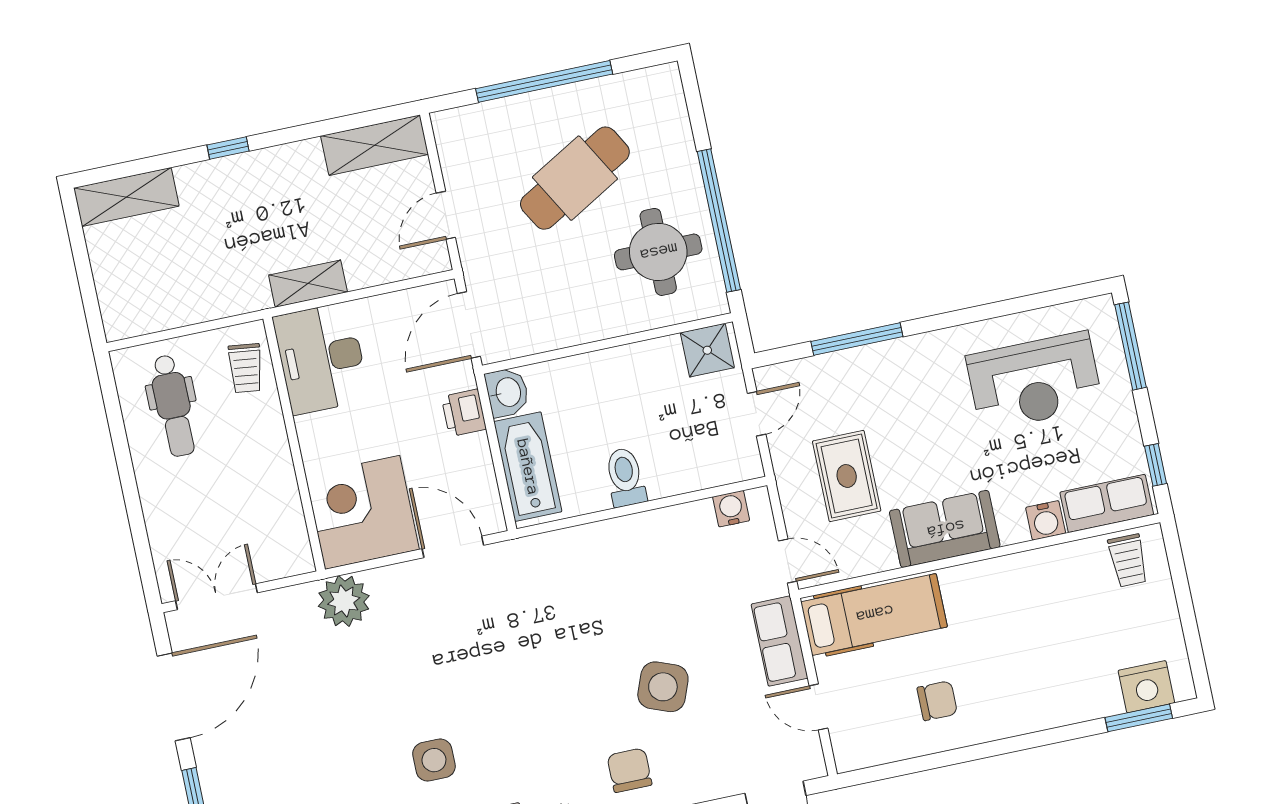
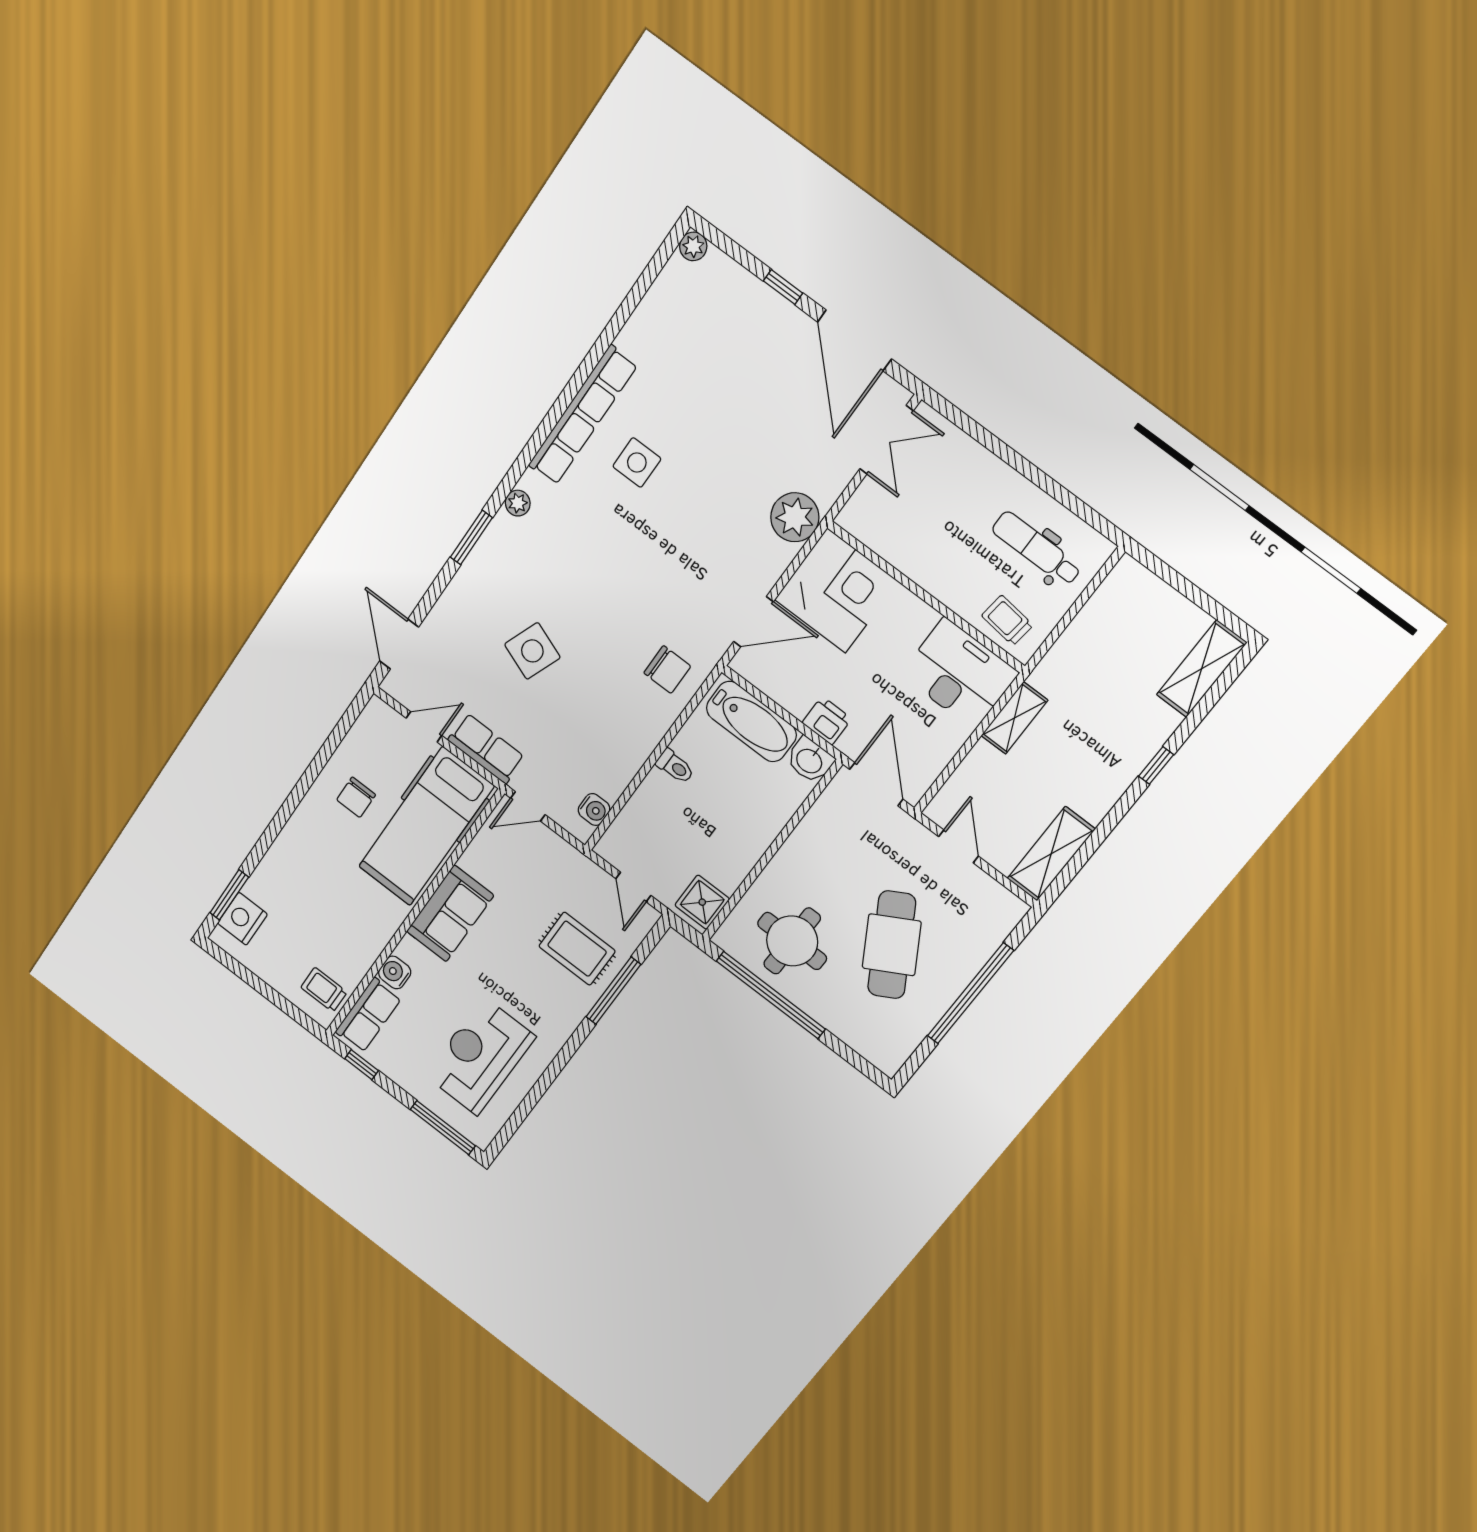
rug: (847, 476) -> (577, 949), moved
toilet: (625, 477) -> (675, 766), width x0.73, depth x0.72
hospital bed: (874, 614) -> (426, 826), width x1.37, depth x1.29
chair: (629, 770) -> (667, 670), moved

